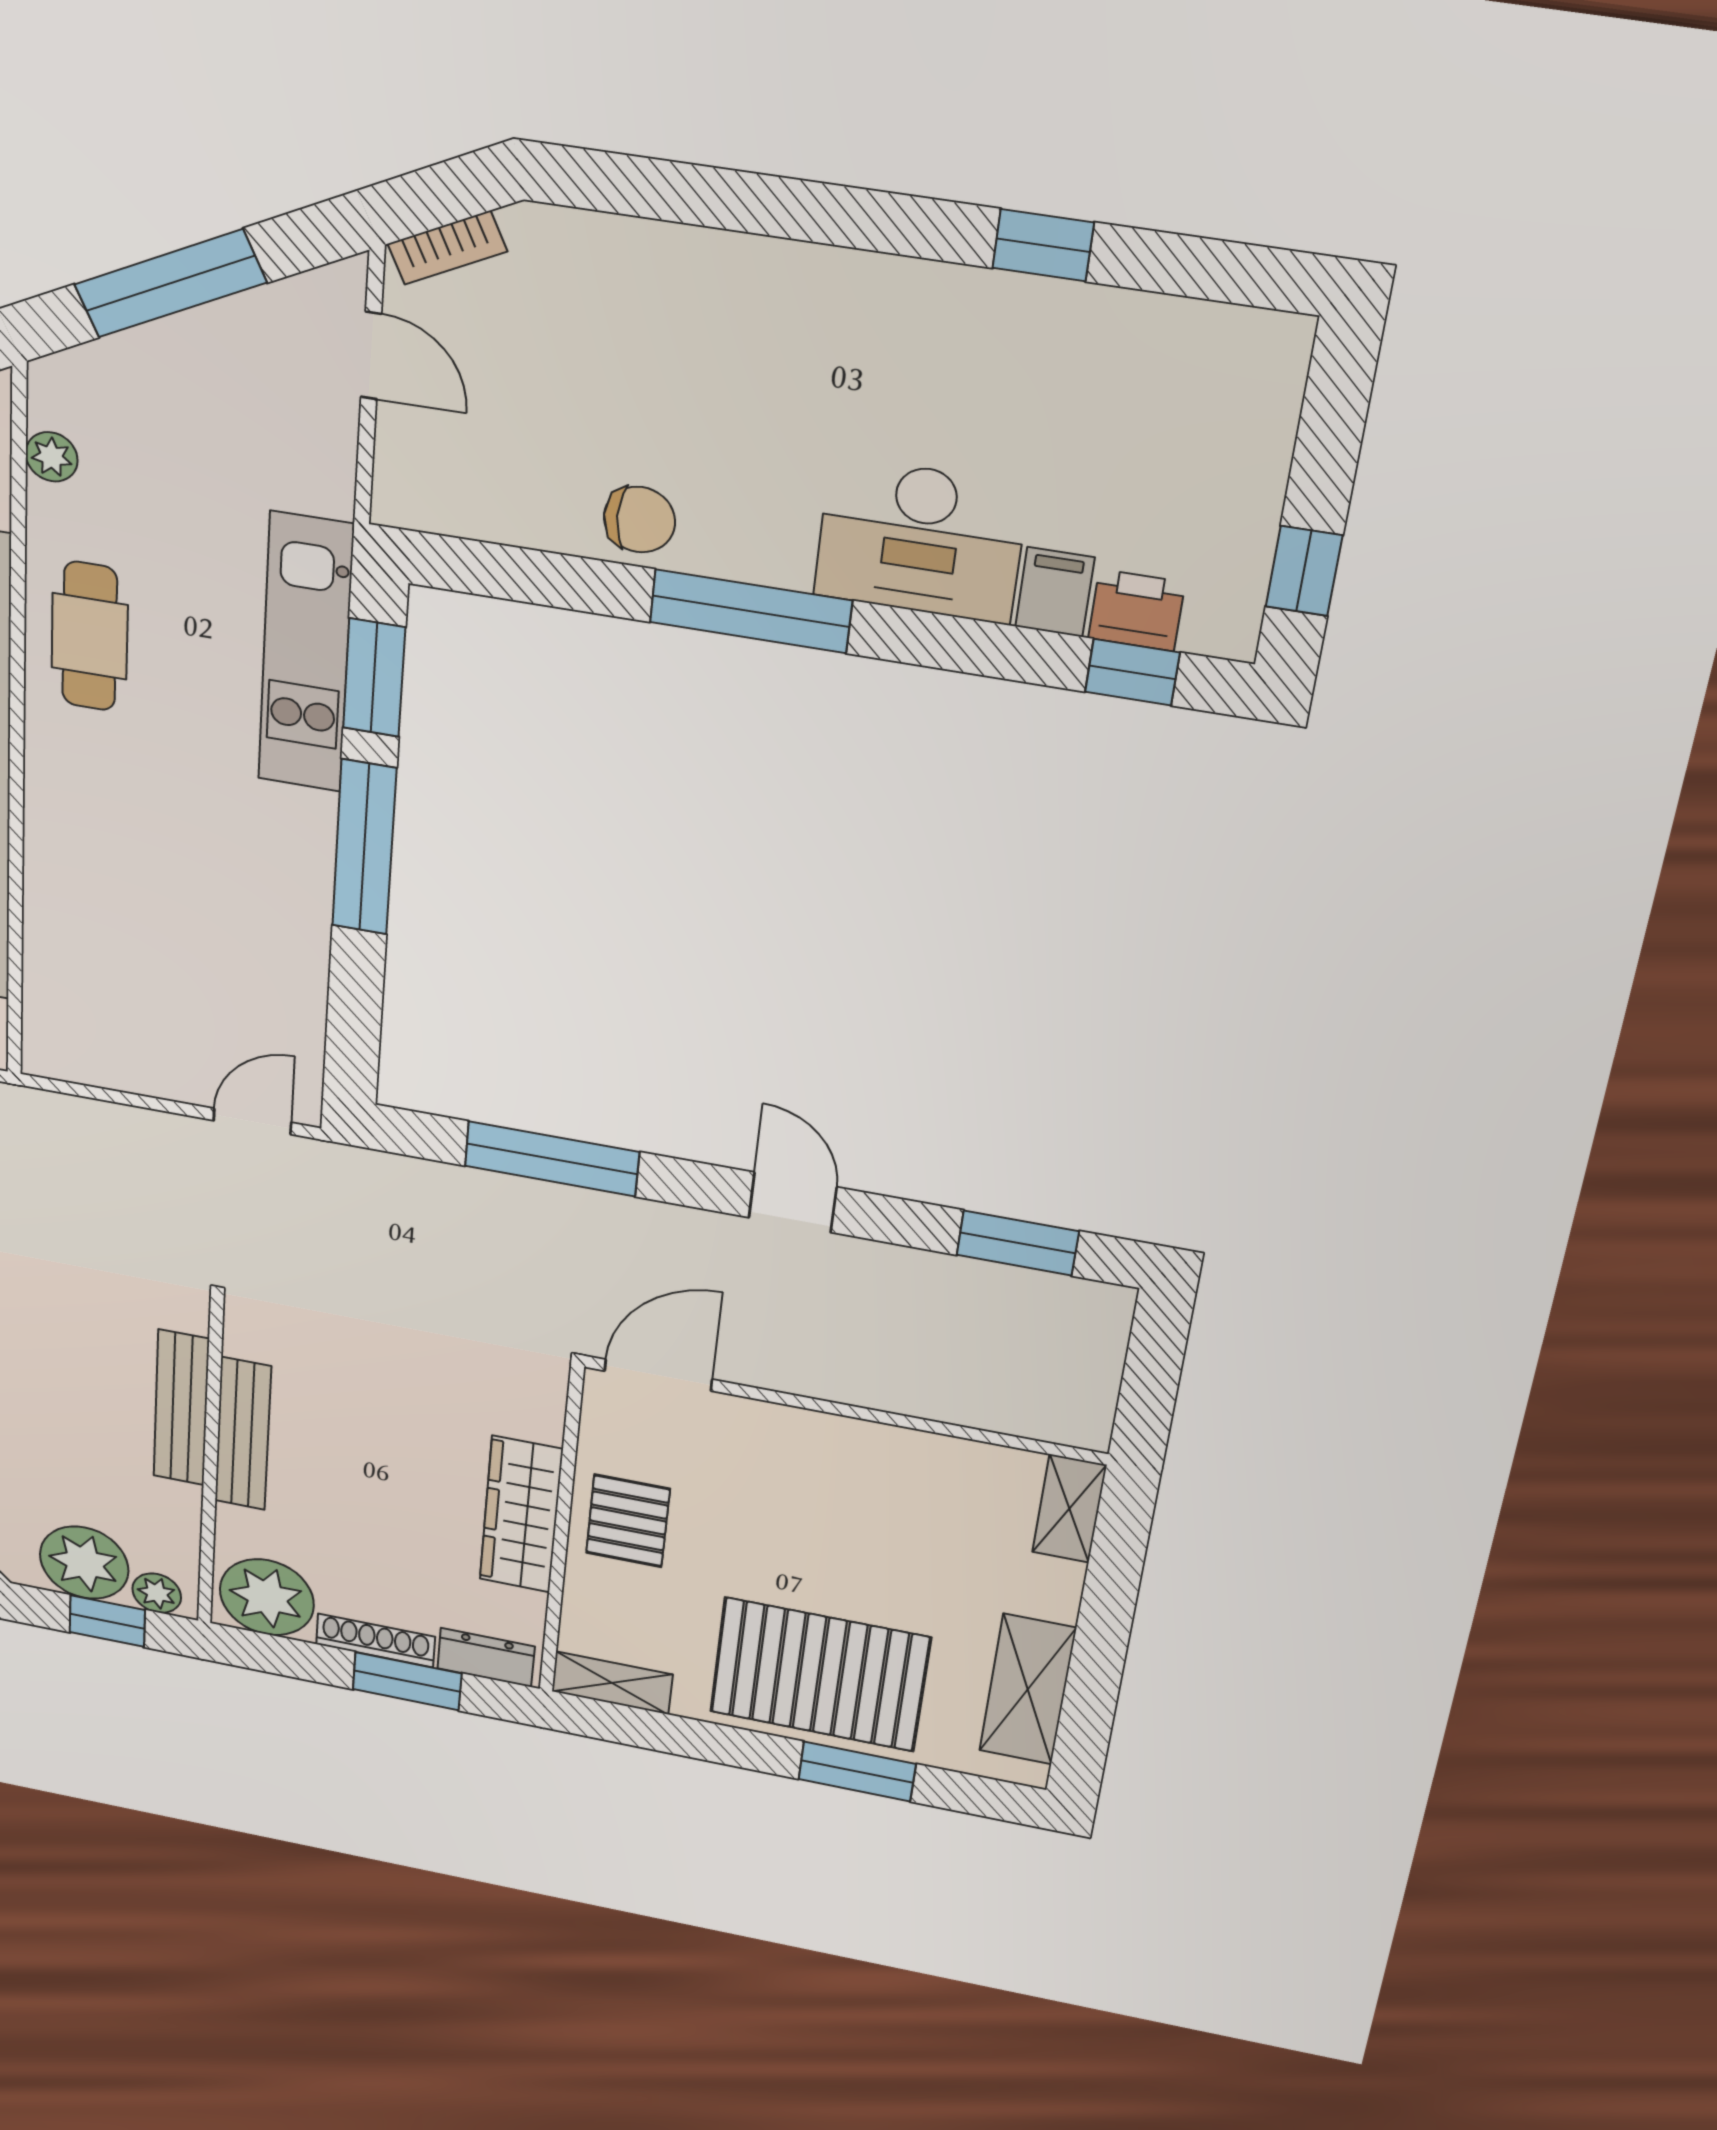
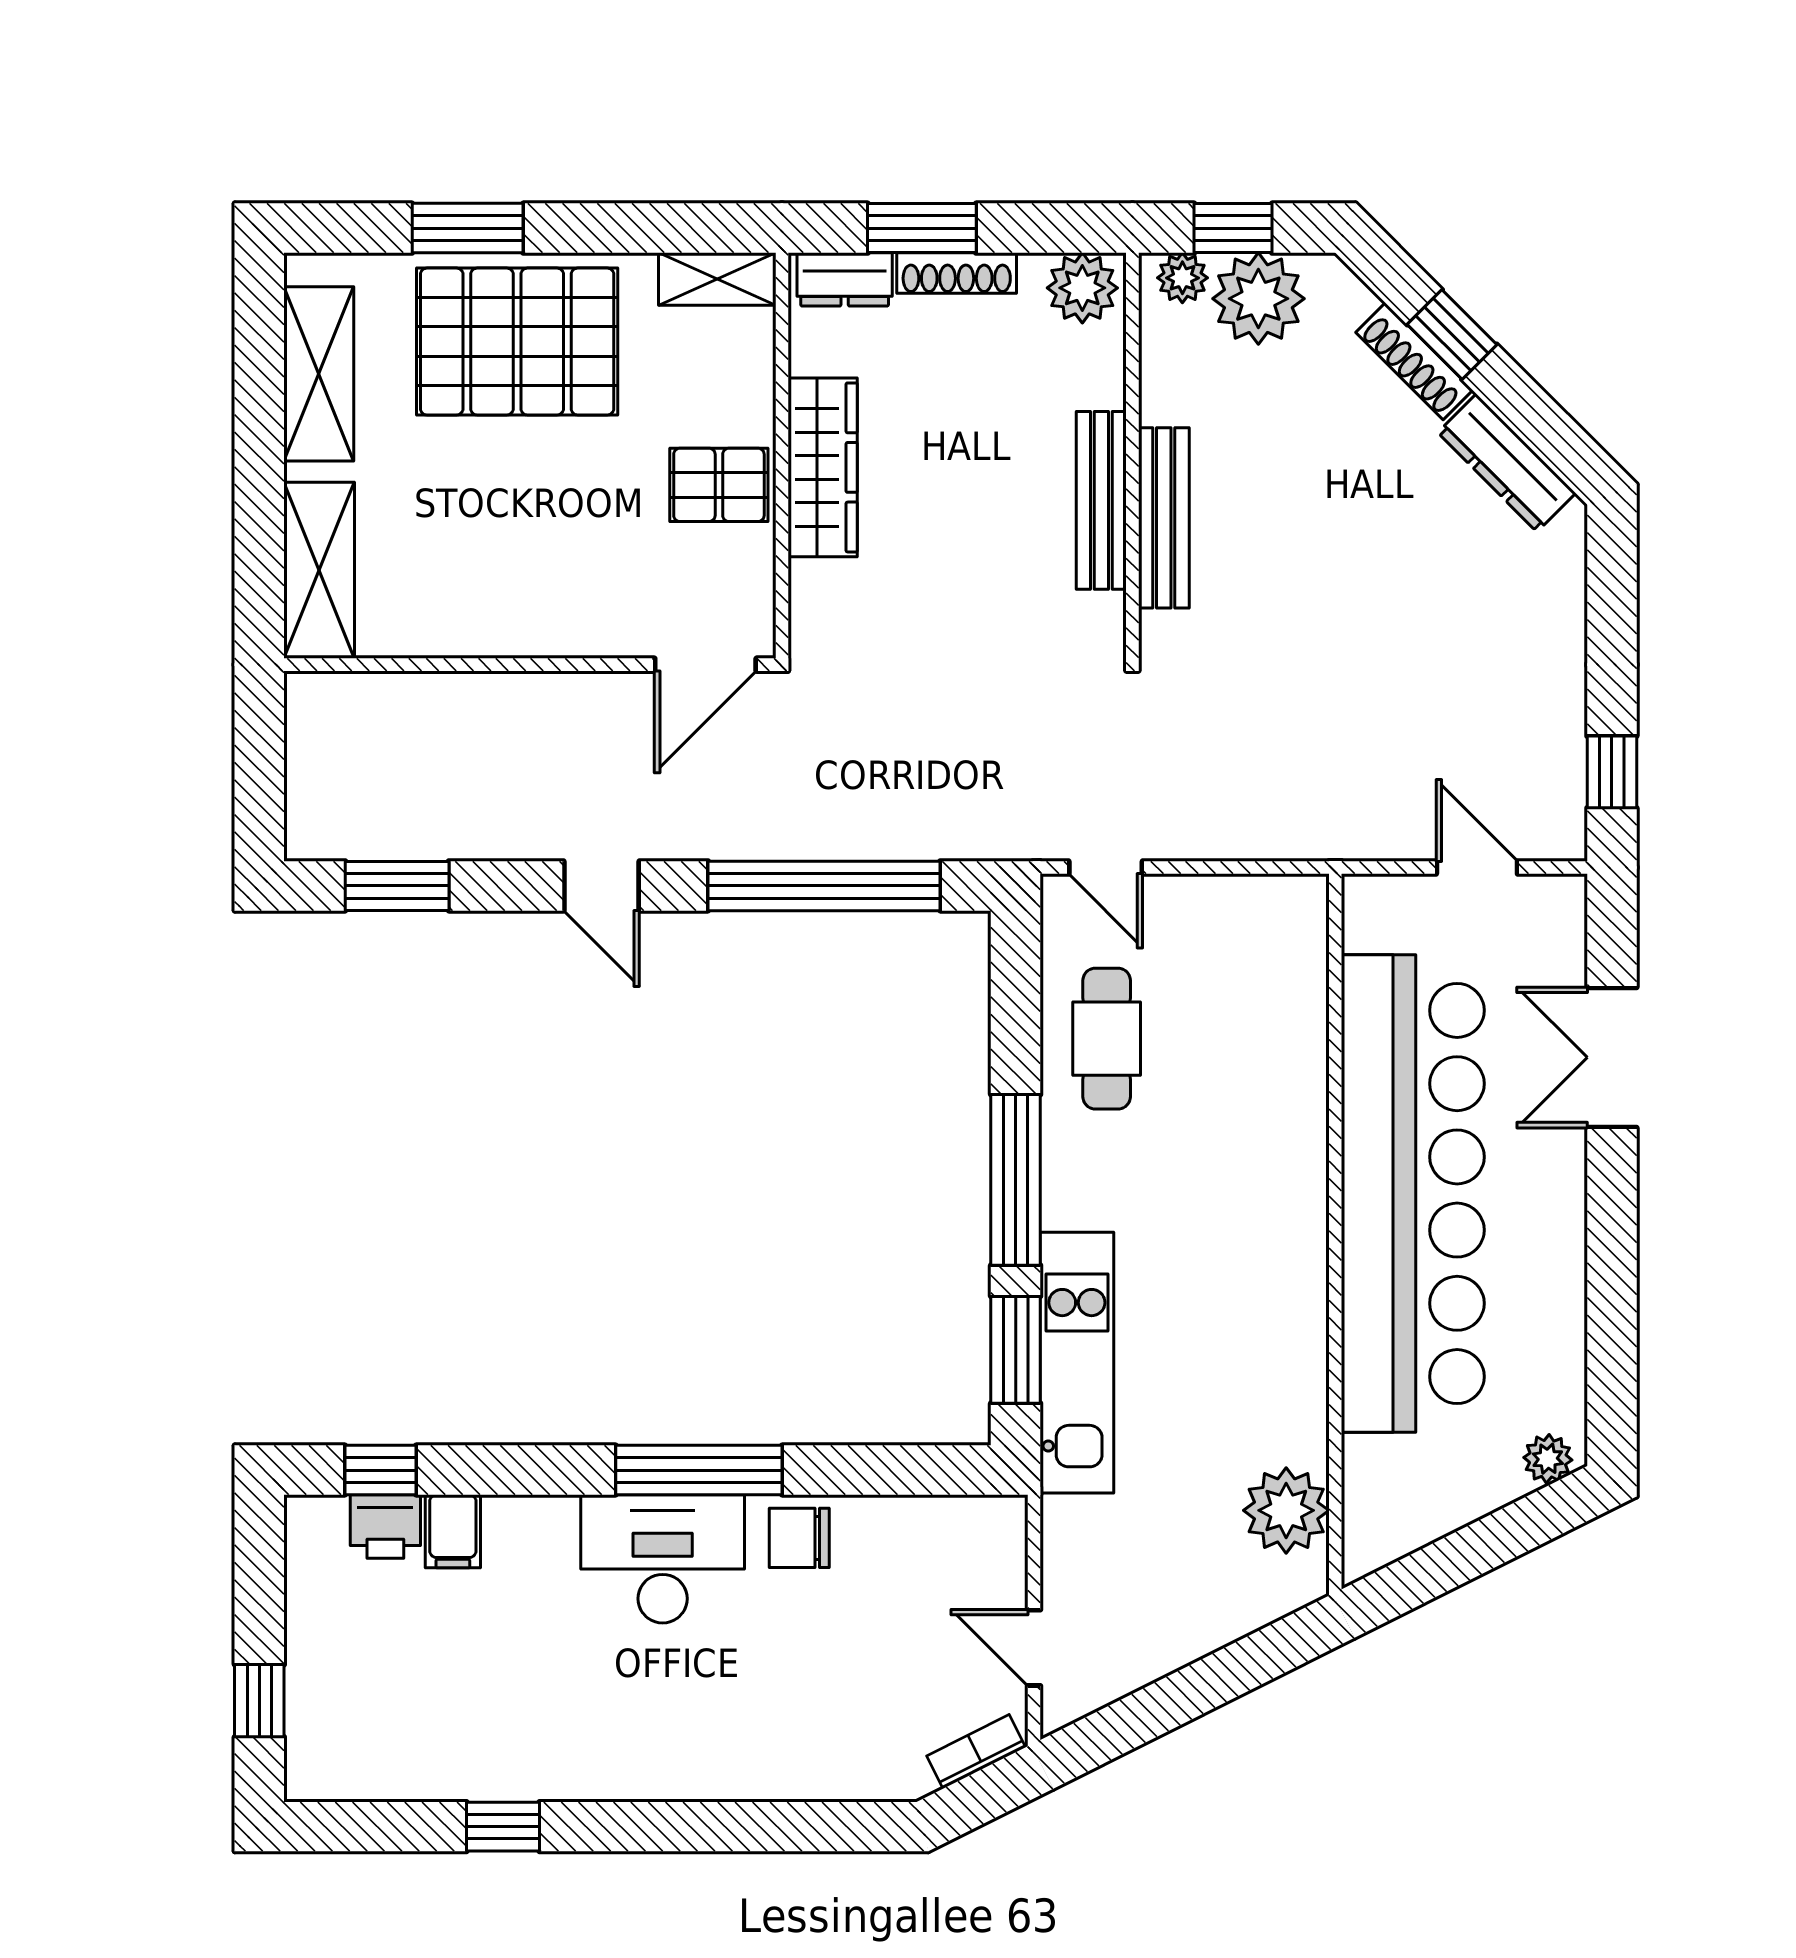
window: (170, 284) -> (1206, 1684), removed
plant: (52, 457) -> (1286, 1510), width x1.87, depth x1.87
desk: (920, 540) -> (663, 1559), moved
window: (1304, 571) -> (259, 1701), moved
cafe table: (90, 636) -> (1107, 1039), moved
door: (252, 1121) -> (1106, 868), hinge flipped
window: (552, 1159) -> (824, 886), width x1.46
shelving: (1069, 1509) -> (319, 570), width x1.50, depth x1.33
pallet: (628, 1521) -> (719, 485), turned 90
plant: (267, 1597) -> (1082, 288), width x0.73, depth x0.73

